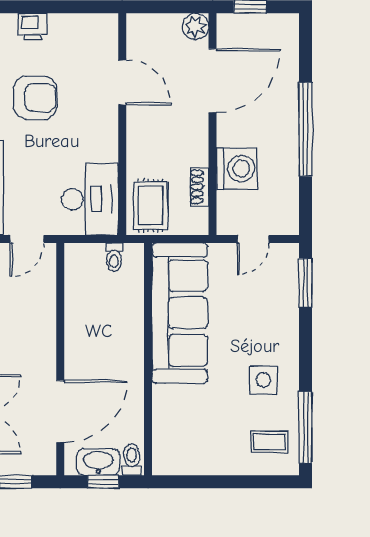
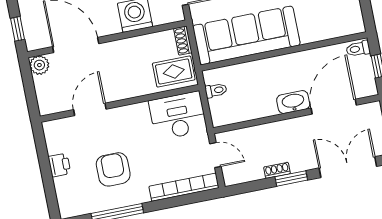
printer: (32, 26) -> (59, 165), moved
shoe rack: (199, 187) -> (183, 41), moved, turned 90
door: (60, 411) -> (334, 107), hinge flipped
washbasin: (98, 462) -> (293, 102), moved, turned 90

